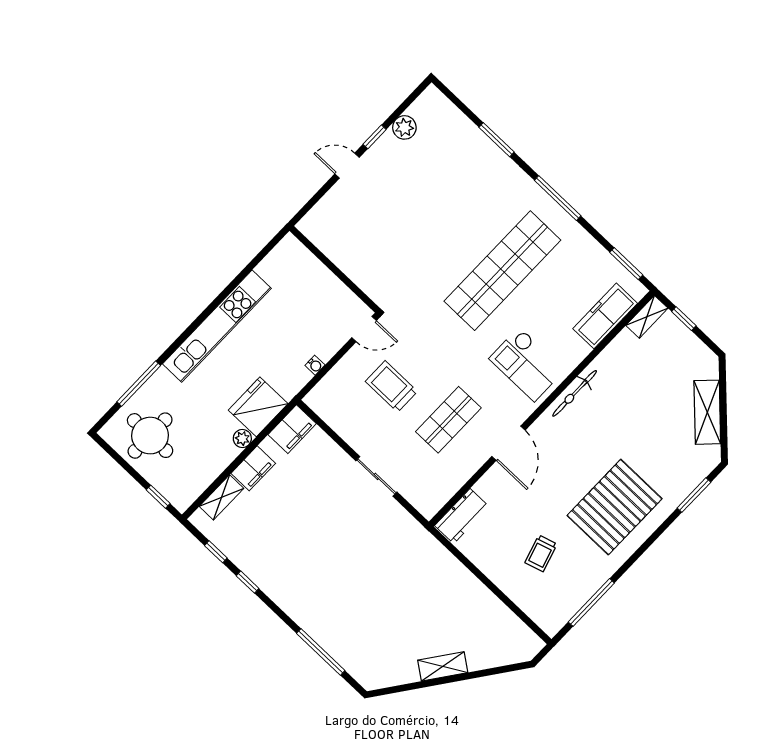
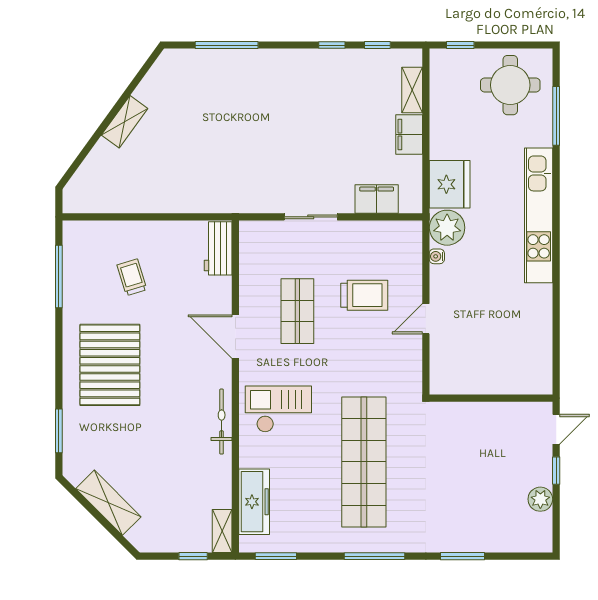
wall: (335, 269) -> (491, 398), moved
filing cabinet: (292, 429) -> (377, 199), moved, turned 90
plant: (242, 438) -> (447, 228), moved, width x1.87, depth x1.87

